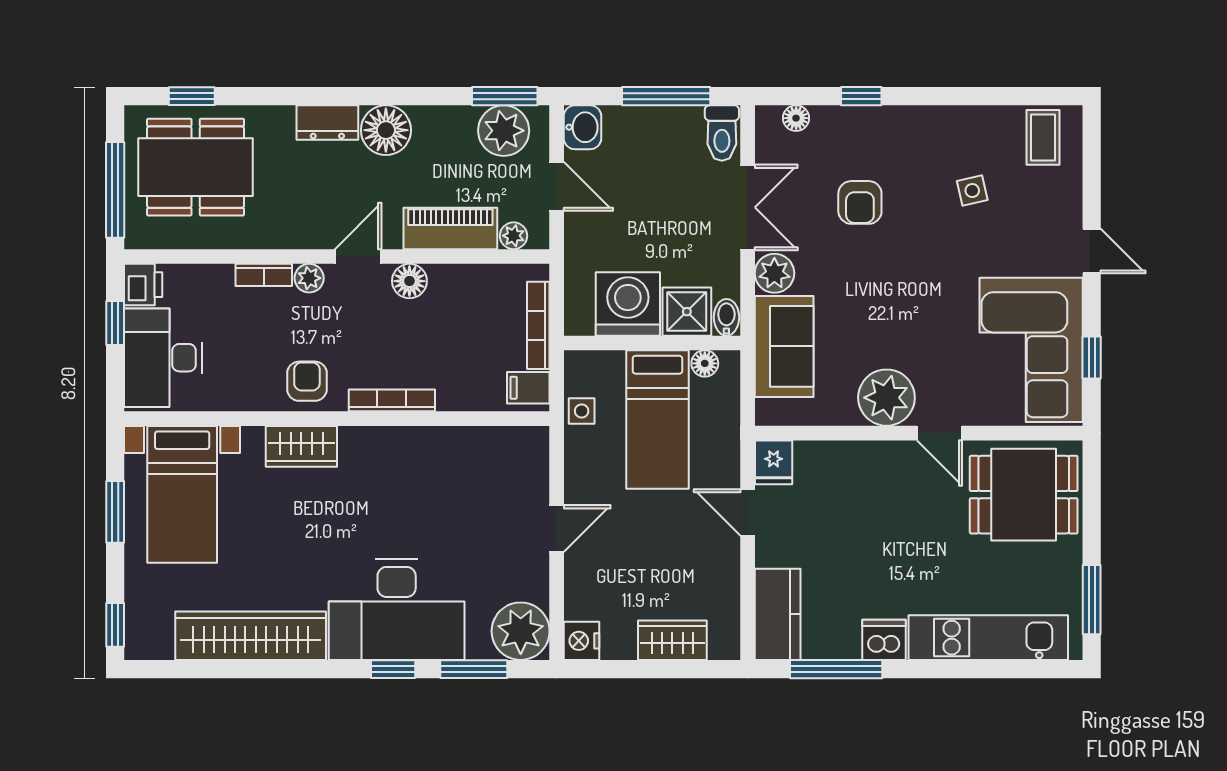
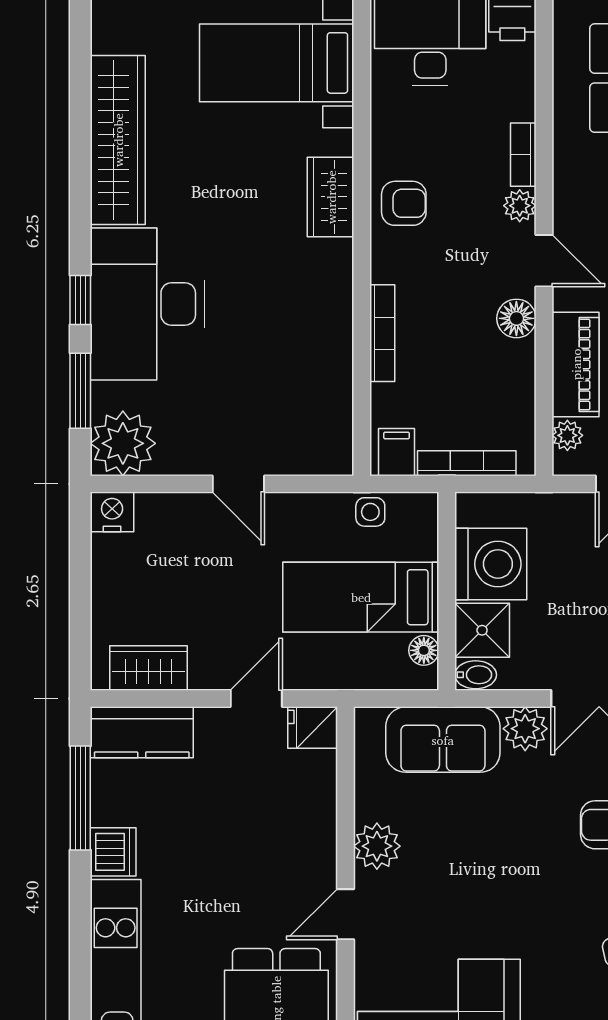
plant: (886, 398) -> (377, 846), width x0.73, depth x0.73
bookcase: (392, 400) -> (382, 333), moved
wardrobe: (672, 640) -> (149, 668), moved, turned -90

